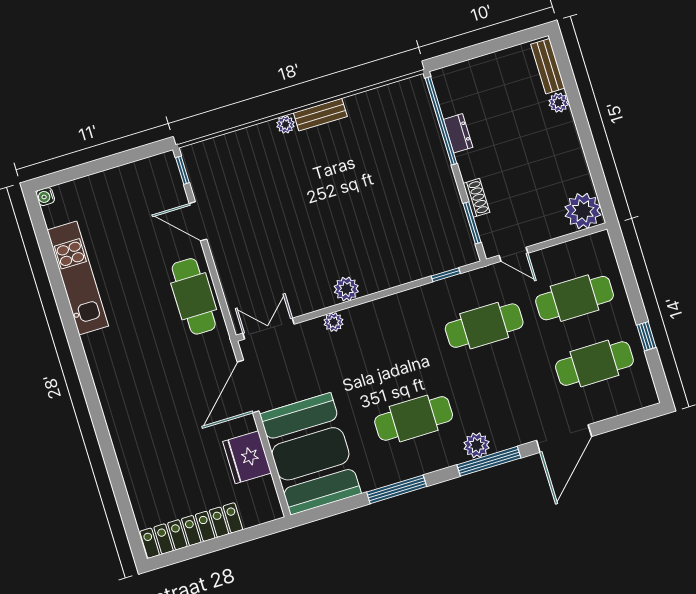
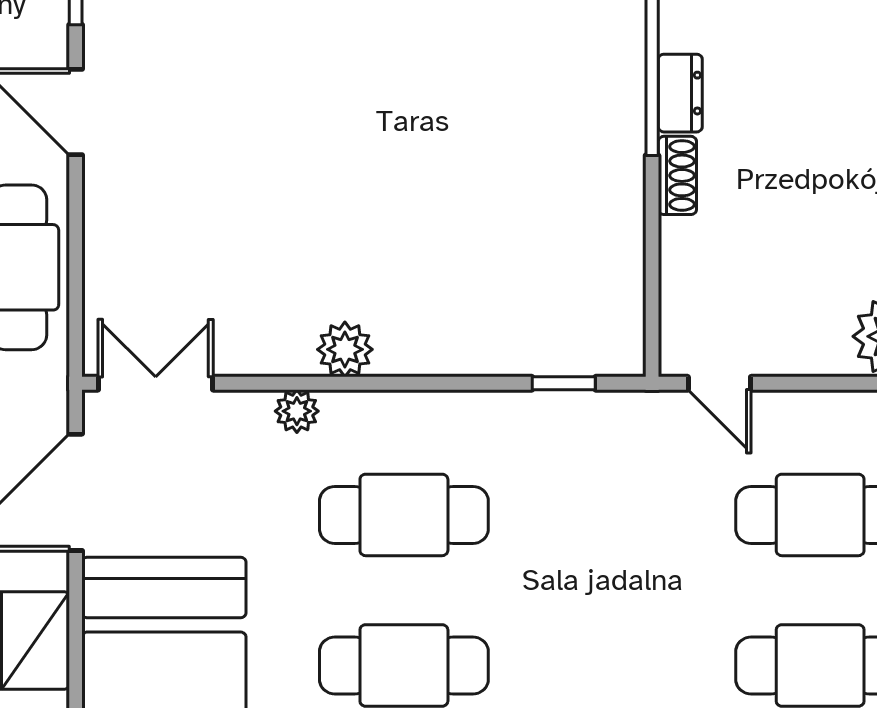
shoe rack: (476, 198) -> (677, 175), moved
window: (472, 223) -> (652, 291), removed
cafe table: (484, 326) -> (404, 515), moved

